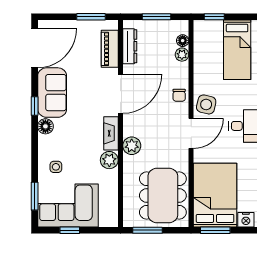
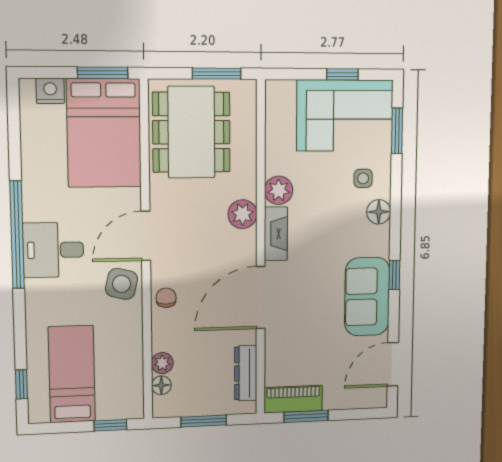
door: (35, 48) -> (393, 364), width x0.73
piano: (110, 49) -> (293, 399), moved, turned -90
floor lamp: (45, 126) -> (379, 212), moved

